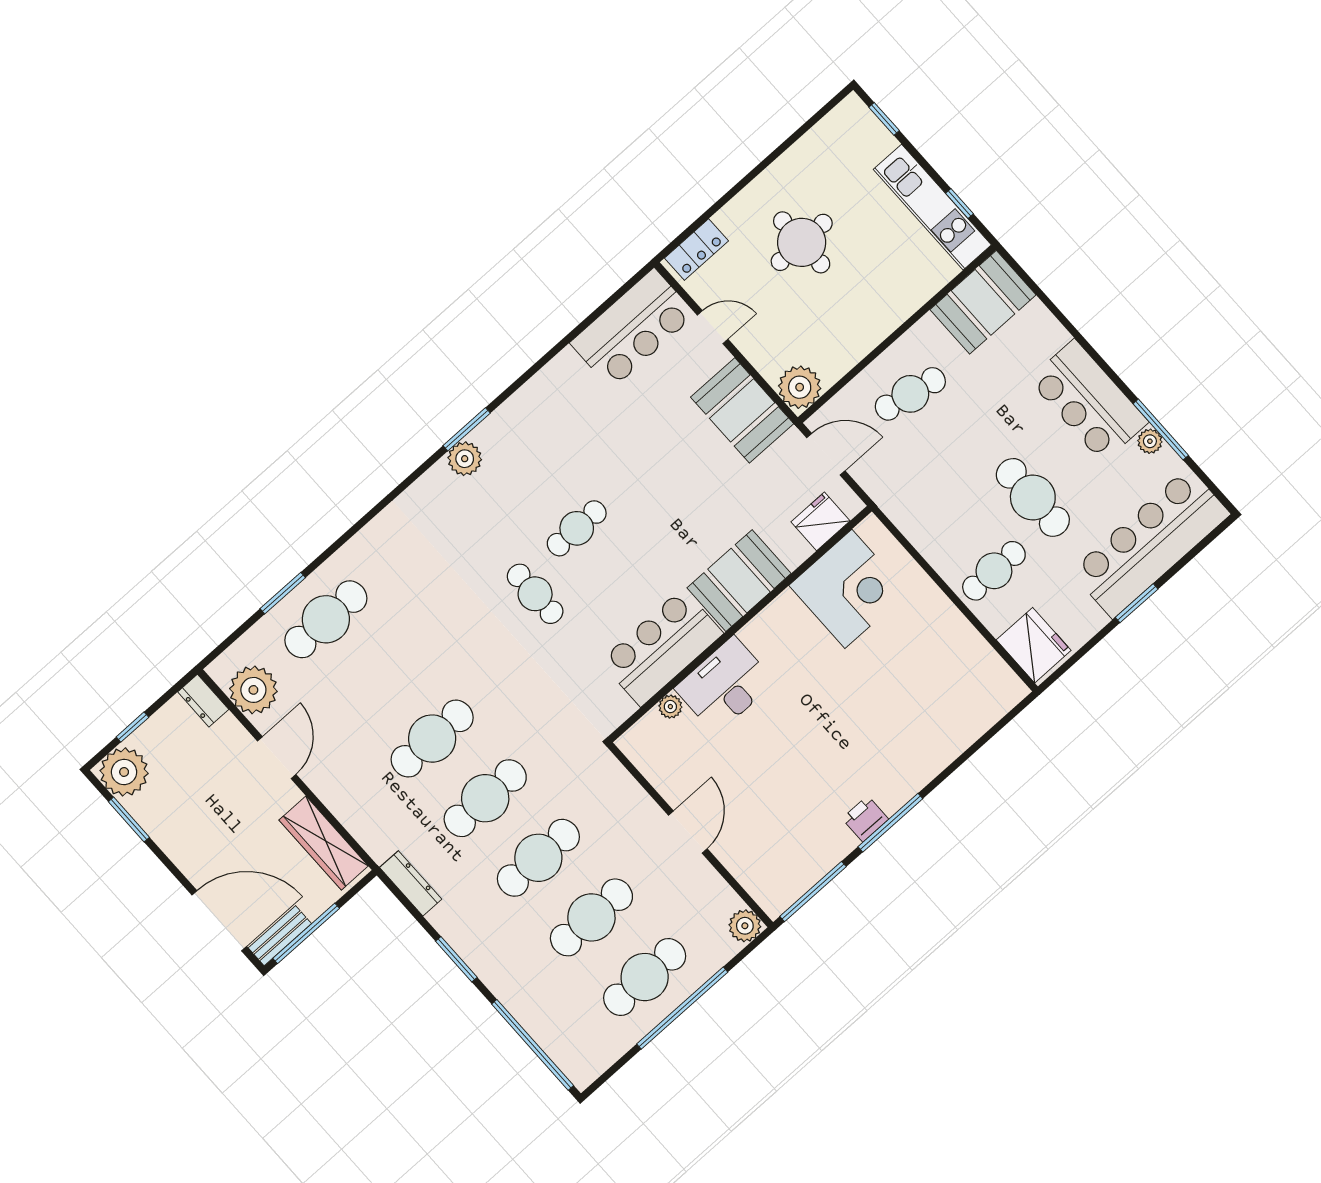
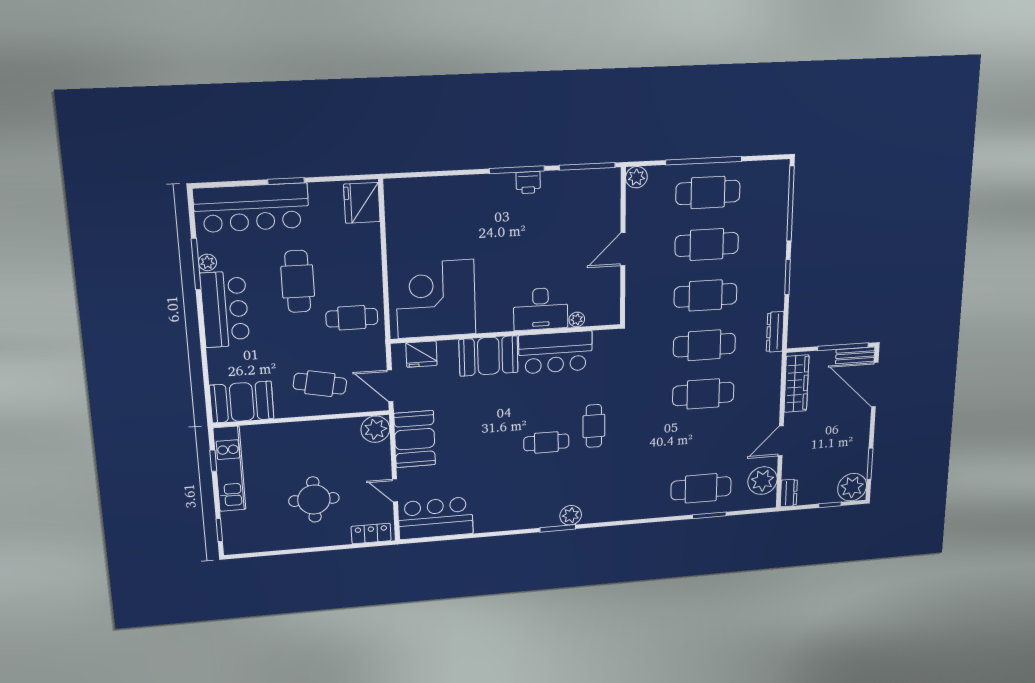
cafe table: (994, 571) -> (352, 318), moved
corner desk: (848, 589) -> (436, 299), width x1.36, depth x1.36

